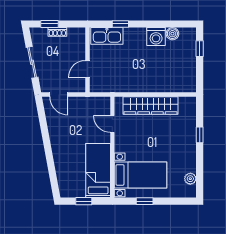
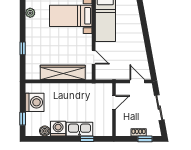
kitchen sink: (107, 36) -> (79, 129), moved
washing machine: (185, 69) -> (35, 102), added

